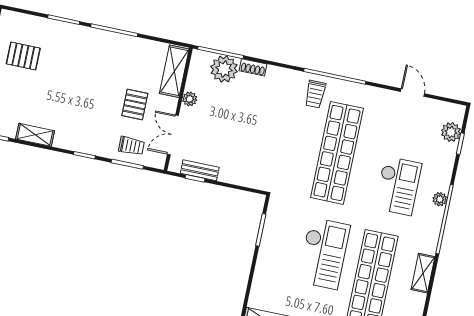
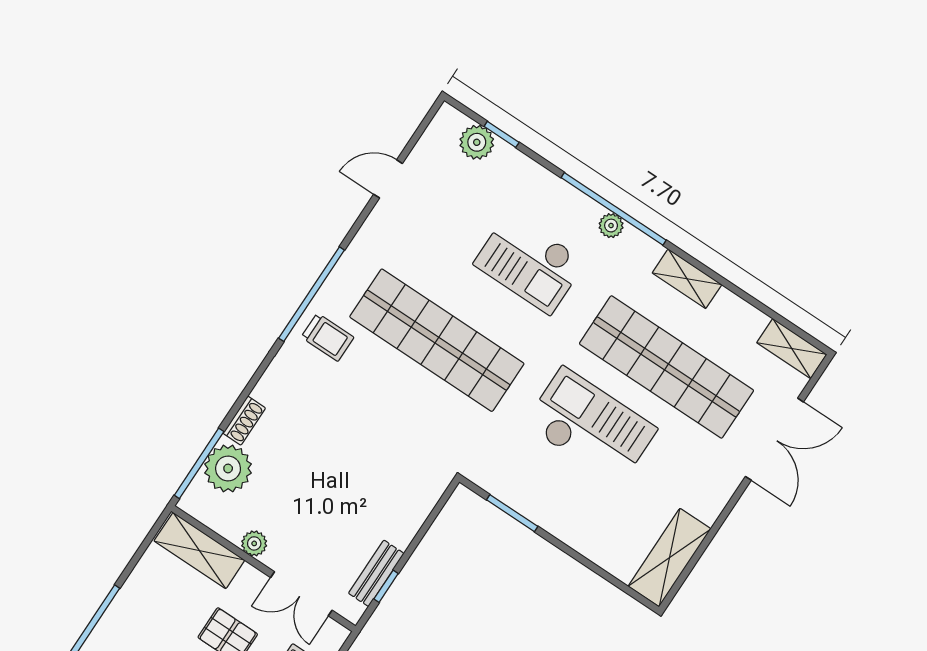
checkout: (398, 186) -> (530, 263), turned 180
plant: (440, 199) -> (611, 226), moved

